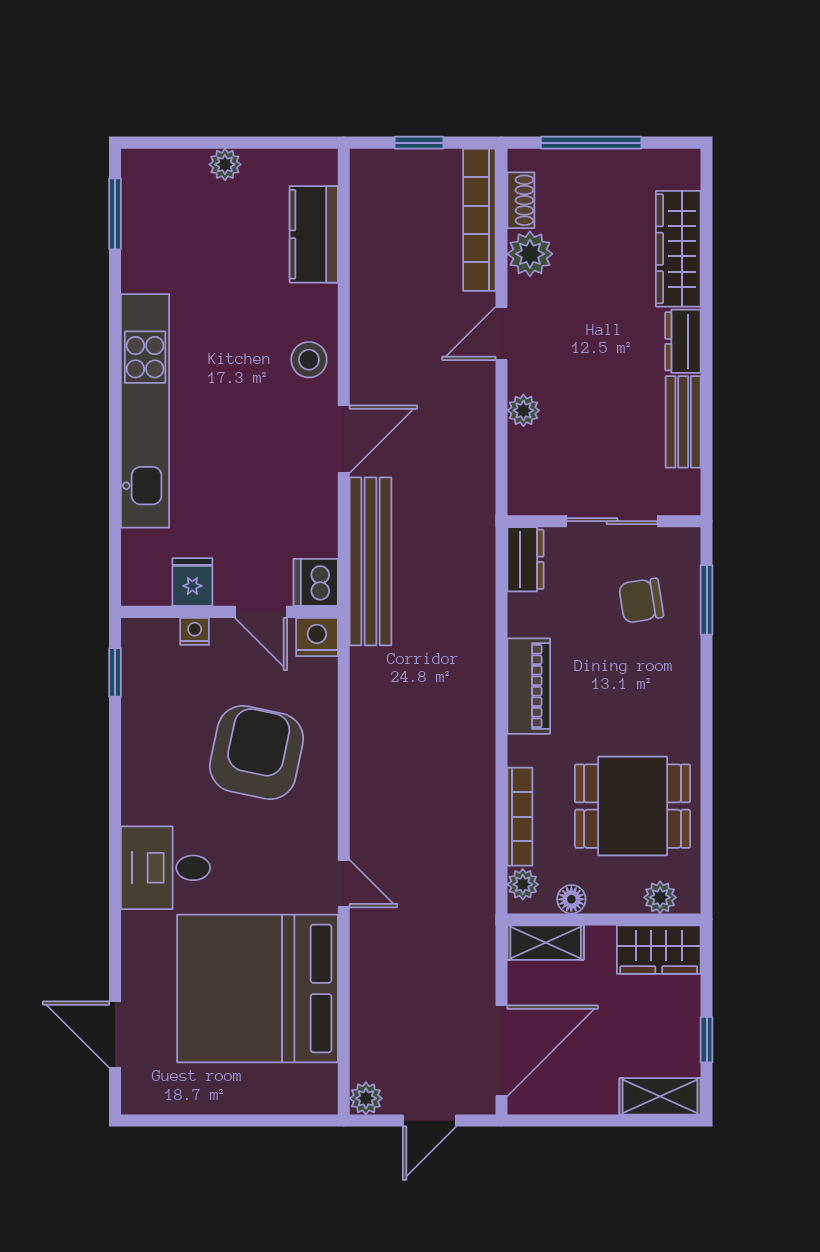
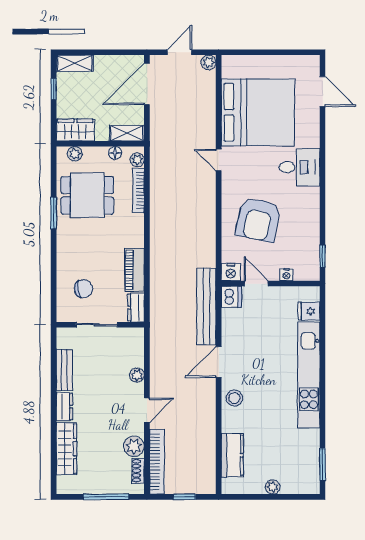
fridge: (192, 582) -> (309, 311), moved, turned 90
window: (707, 600) -> (54, 213), moved
piano: (529, 686) -> (134, 270), moved

